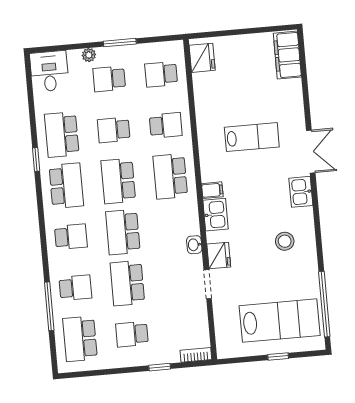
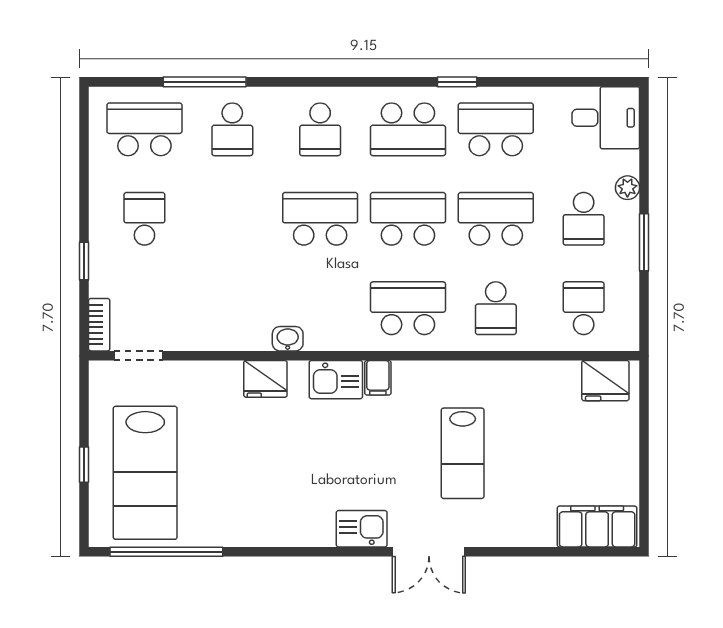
school desk: (109, 79) -> (584, 219), turned 180
school desk: (114, 130) -> (496, 219), width x1.85
stool: (285, 241) -> (280, 494), removed
school desk: (127, 283) -> (232, 219), removed
doorway: (208, 284) -> (139, 356), moved

